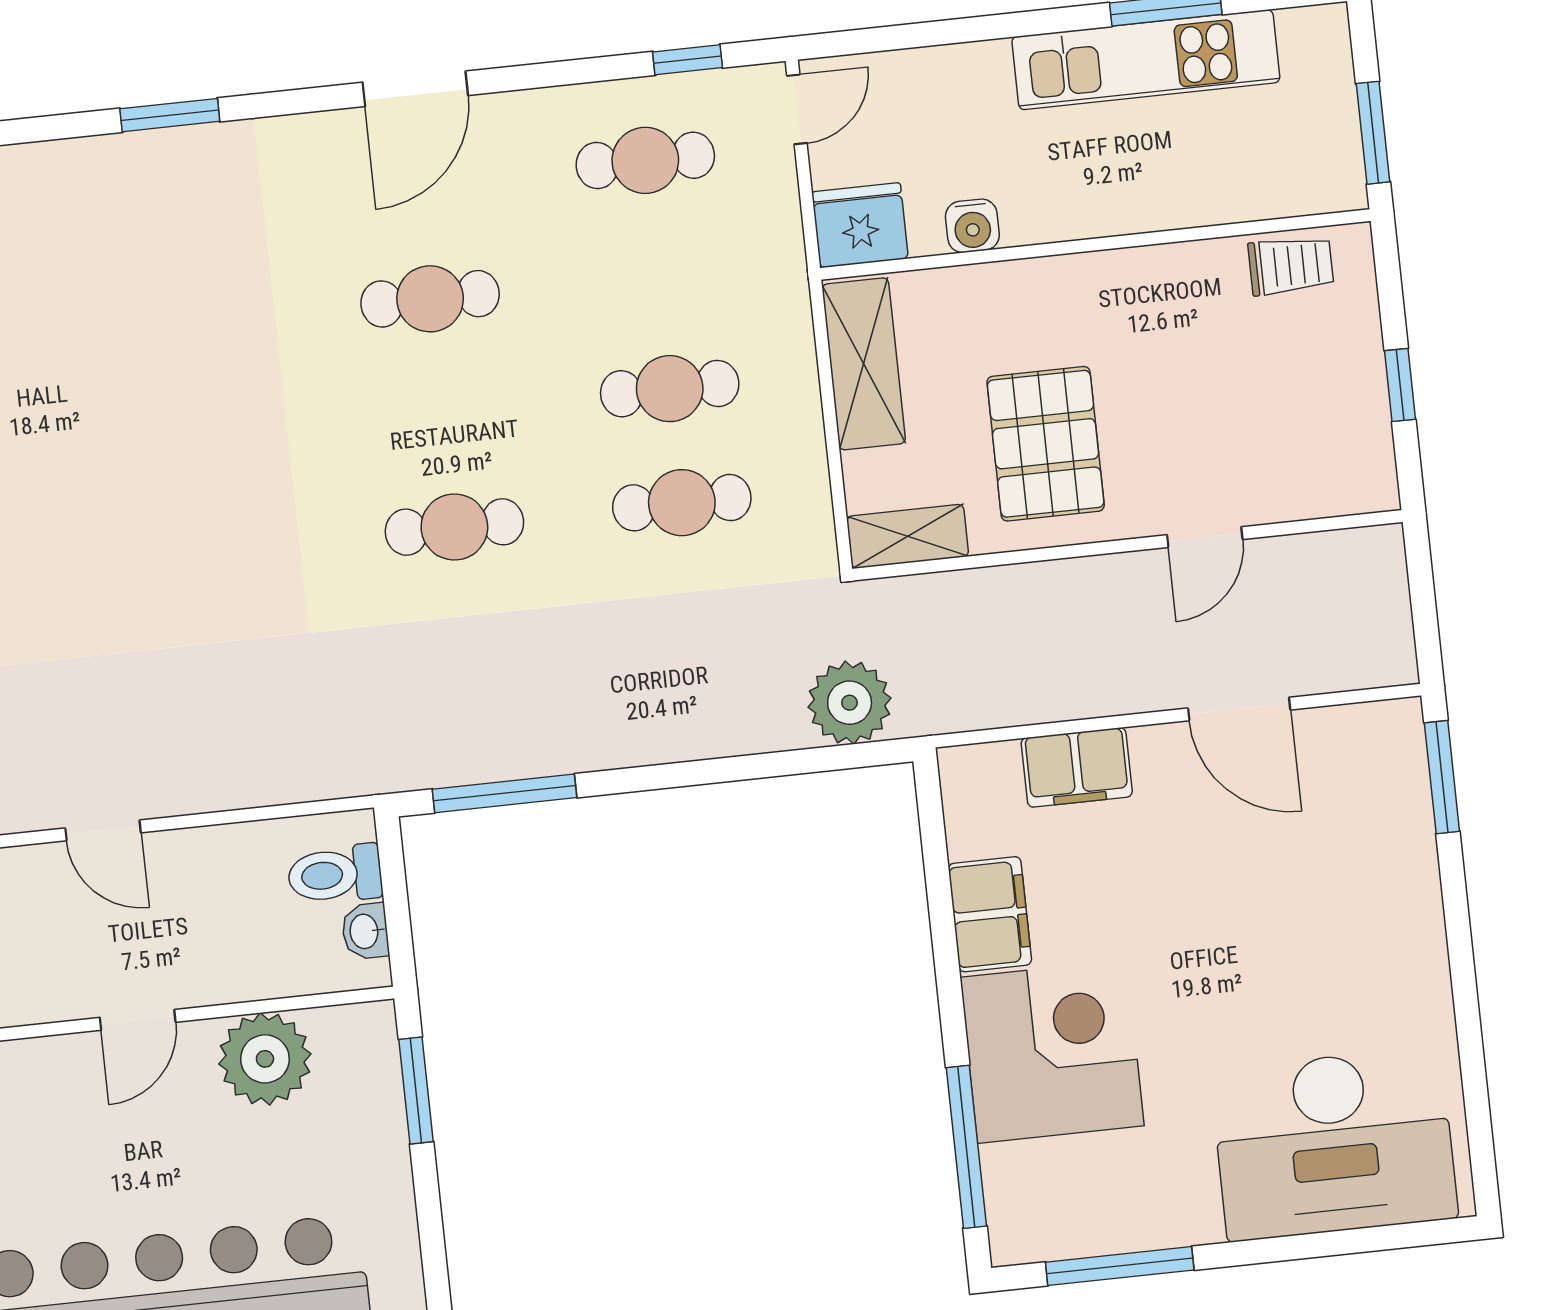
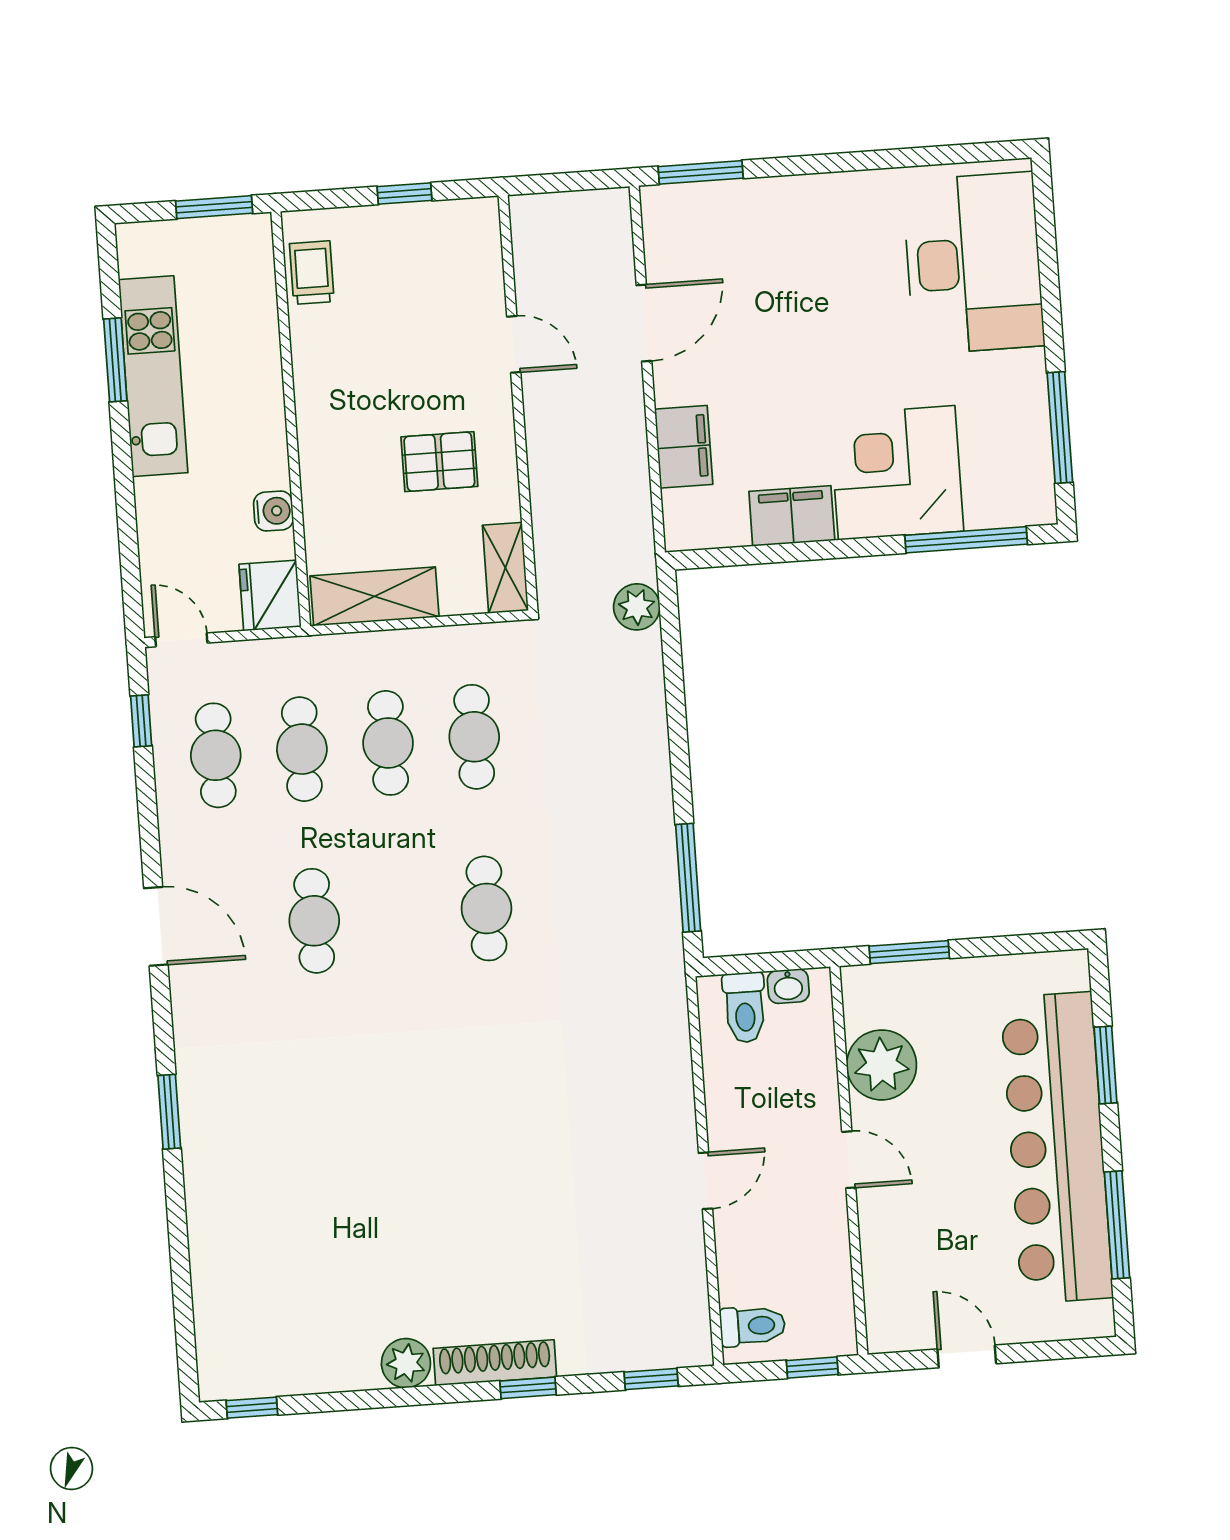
cafe table: (657, 274) -> (302, 749), added
pallet: (1046, 444) -> (439, 462), width x0.67, depth x0.71
plant: (850, 703) -> (637, 607), width x0.73, depth x0.73

